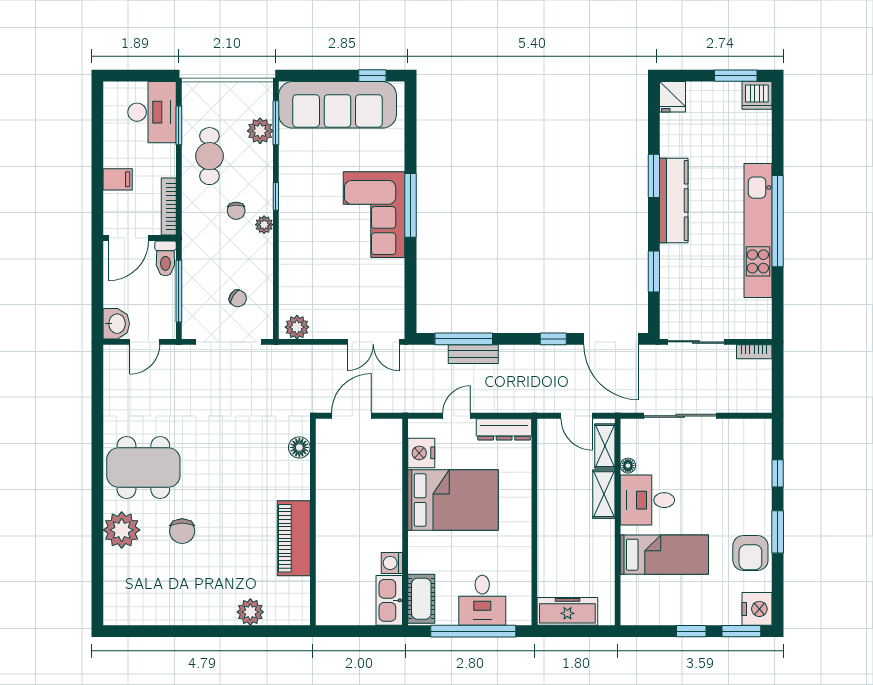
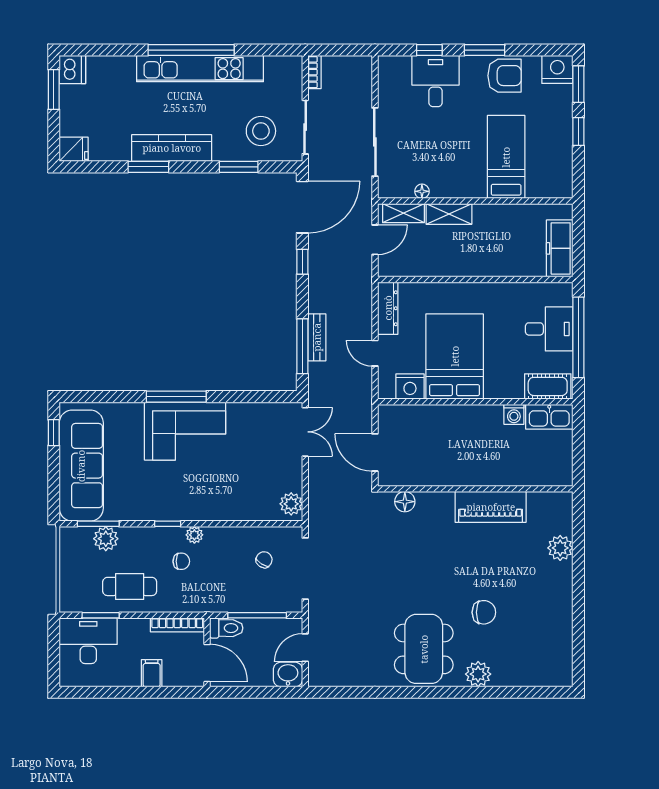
stool: (692, 295) -> (261, 131), added
door: (145, 342) -> (305, 648), swing flipped
desk: (647, 500) -> (436, 81), moved, turned 180
plant: (122, 530) -> (478, 674), width x0.73, depth x0.73

